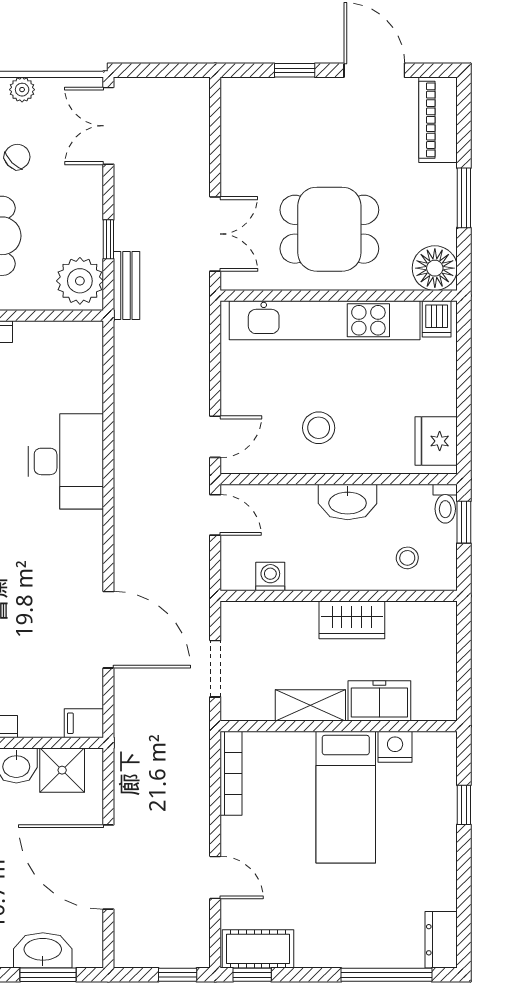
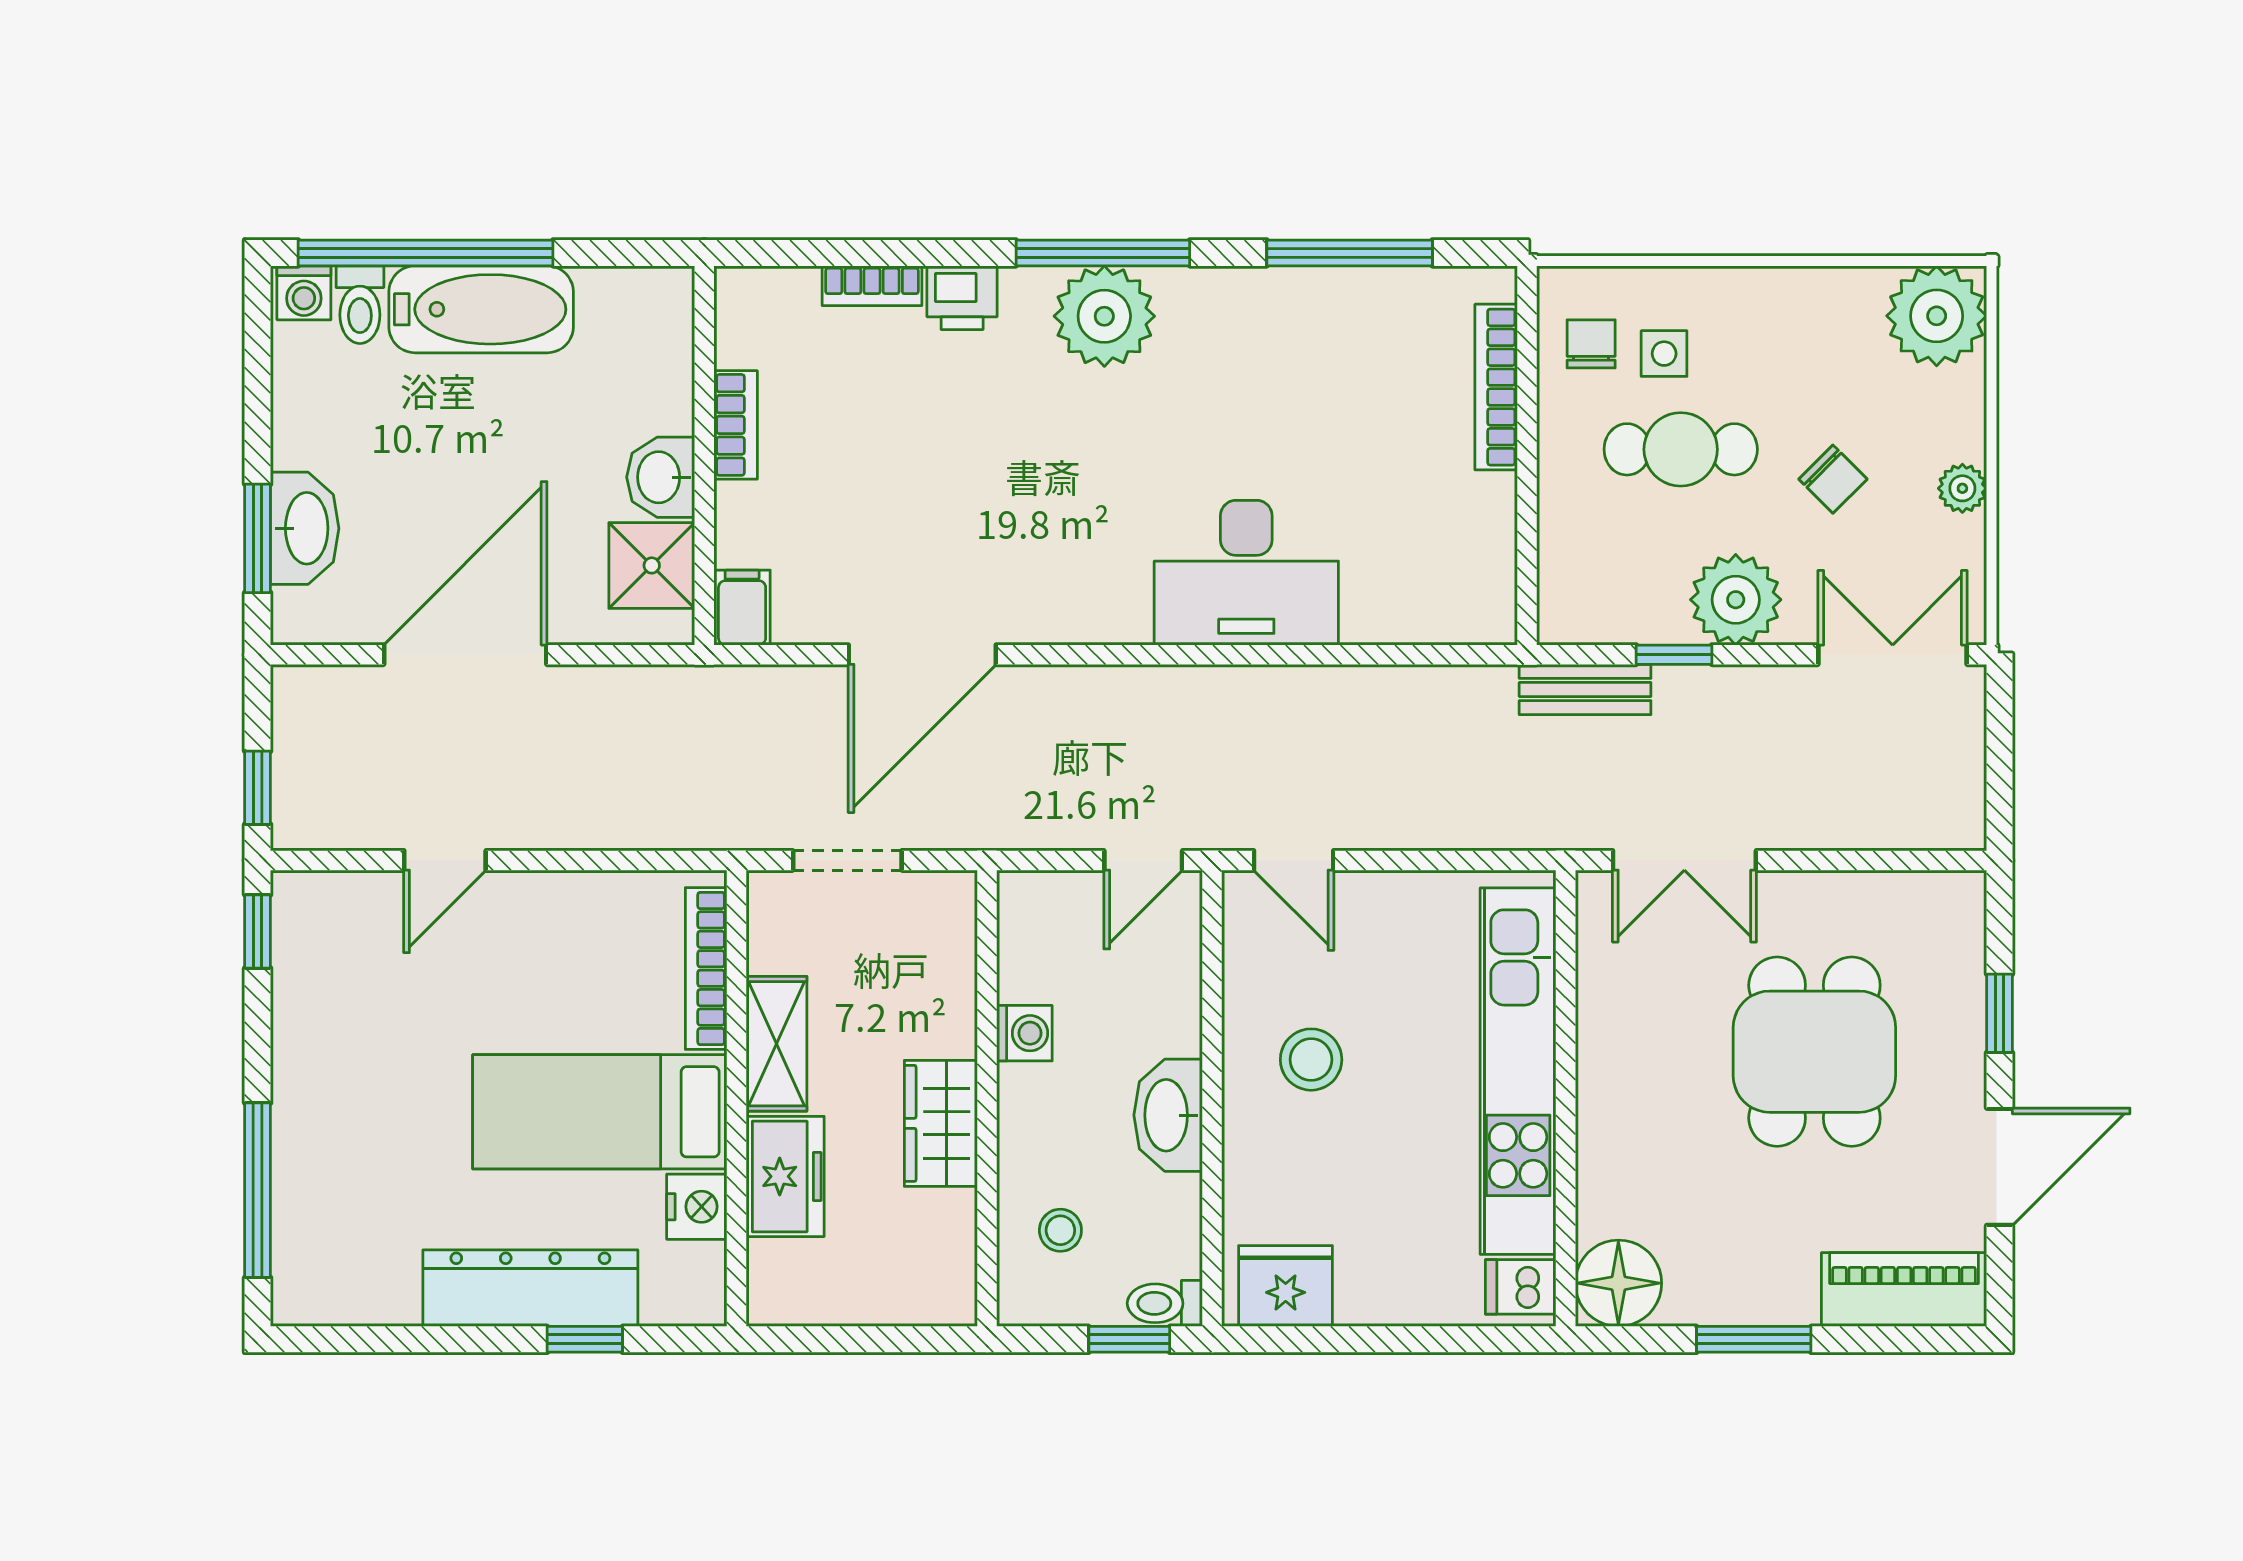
dining table: (329, 229) -> (1814, 1052), moved
plant: (80, 281) -> (1736, 600), moved
washing machine: (270, 577) -> (1024, 1033), moved
bookcase: (231, 773) -> (706, 968), moved, turned 90
dresser: (441, 940) -> (530, 1288), moved, width x1.96, depth x1.24
cot: (258, 949) -> (308, 943), removed

